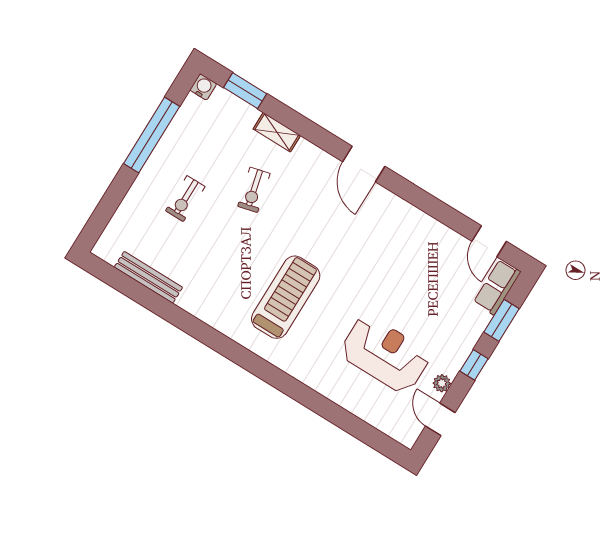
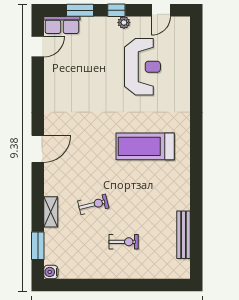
window: (152, 135) -> (98, 285), removed
reception desk: (385, 354) -> (142, 67), turned 180
plant: (442, 383) -> (124, 23), moved

